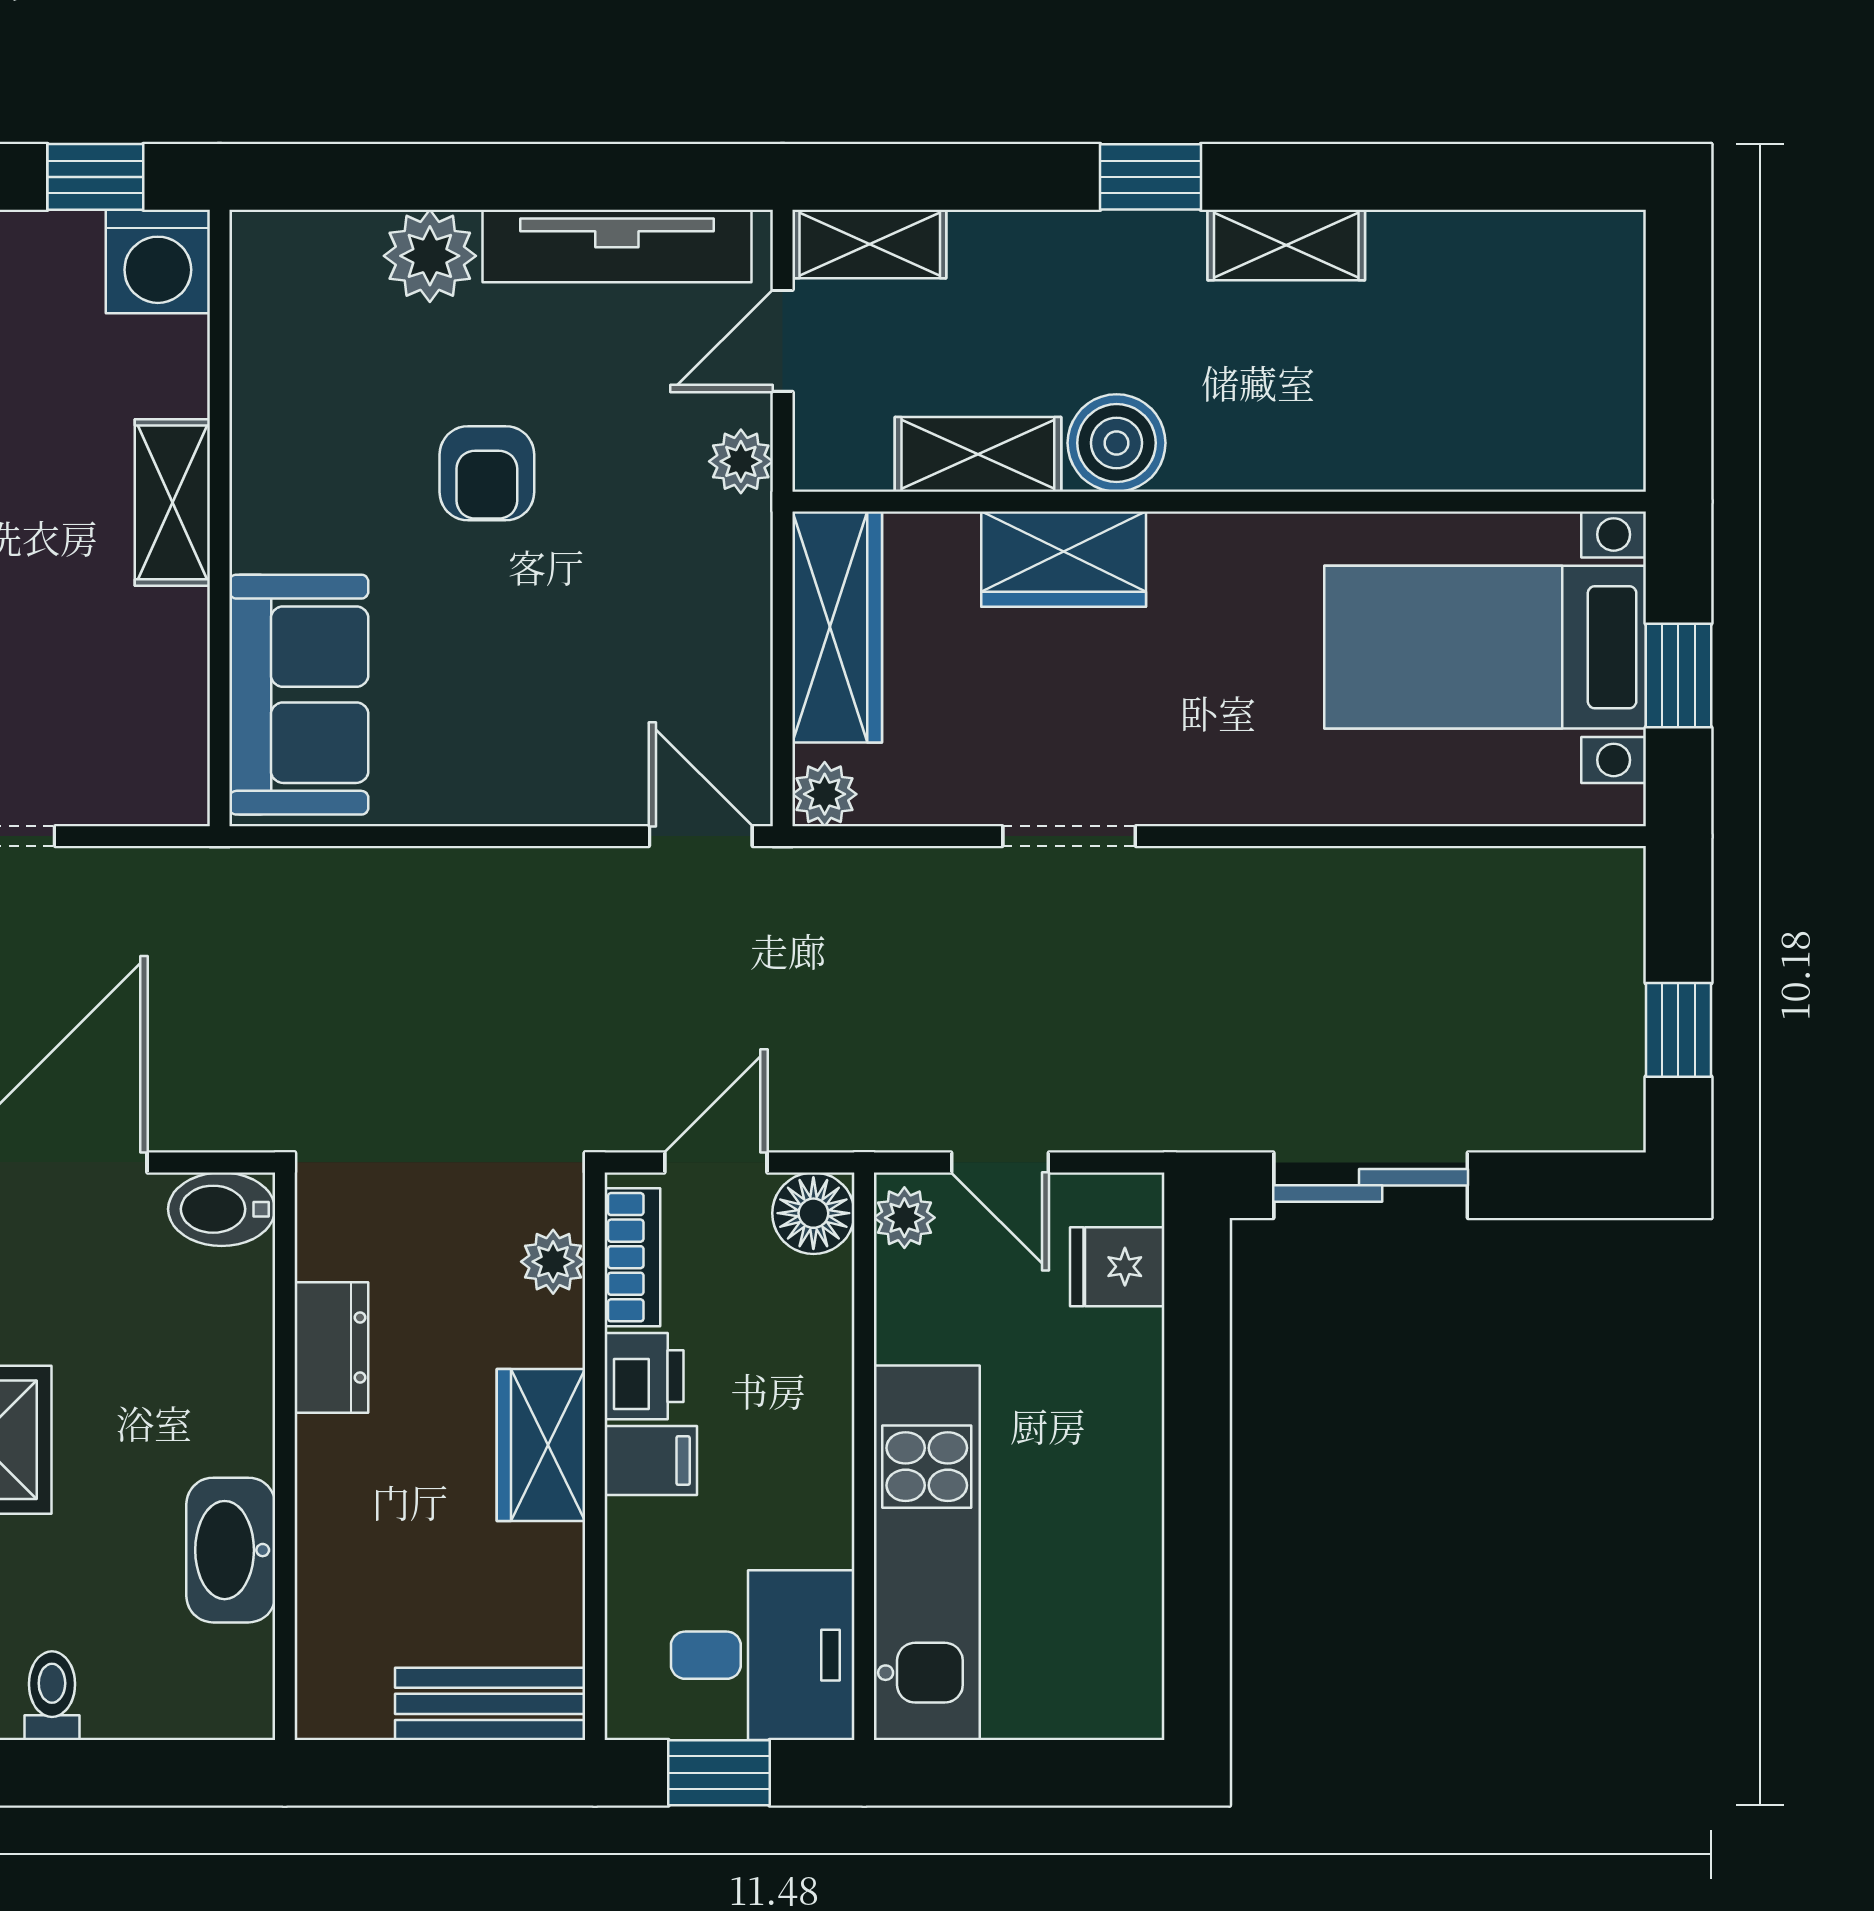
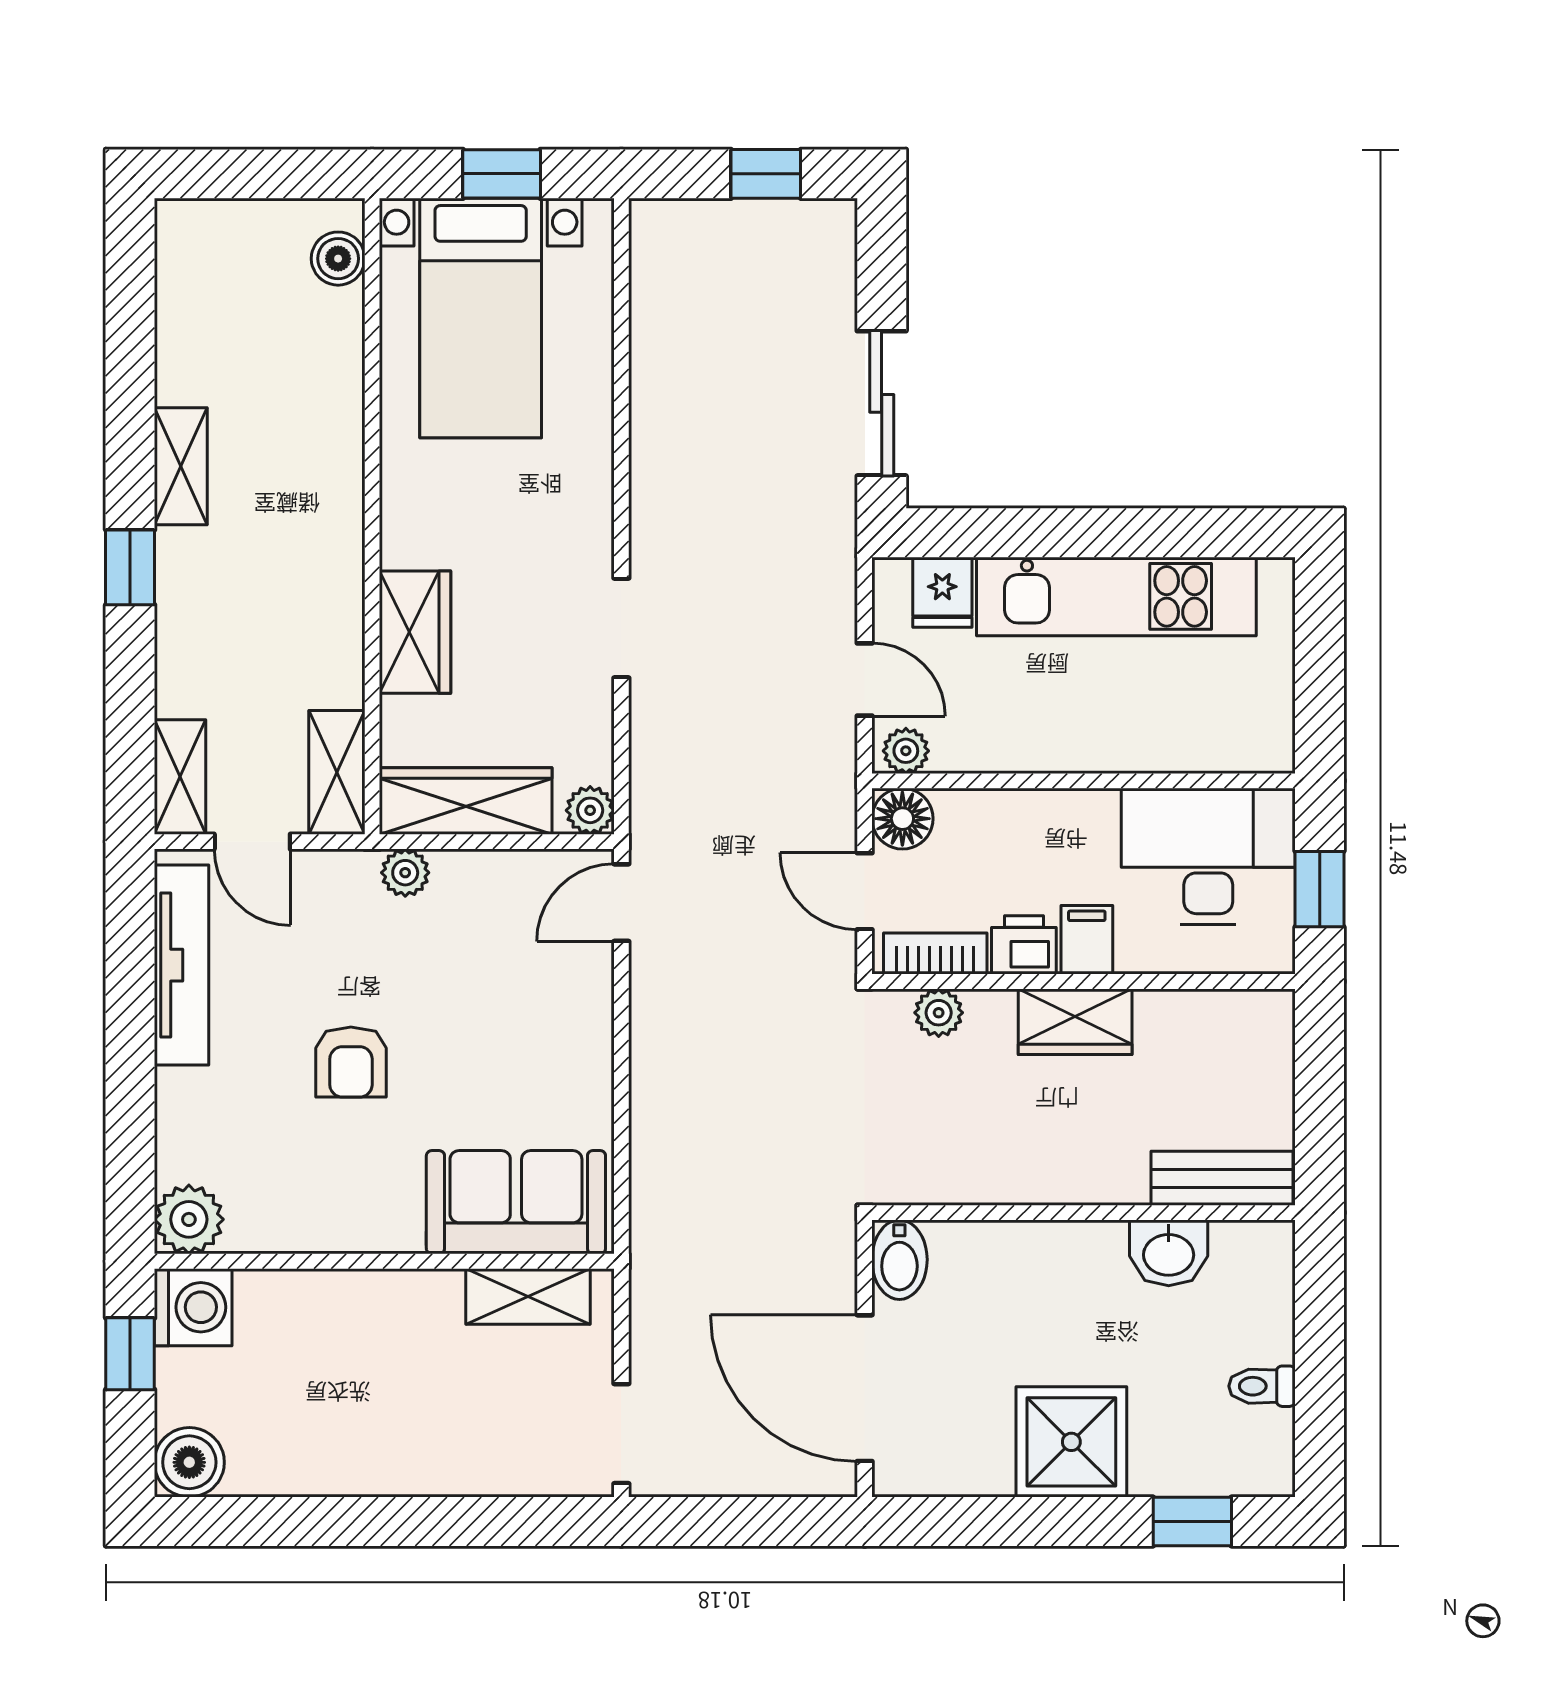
plant: (430, 256) -> (189, 1219), moved
boiler: (1117, 443) -> (338, 259), moved, width x0.73, depth x0.73
shelving: (978, 454) -> (337, 772), moved
plant: (741, 461) -> (405, 873), moved
armchair: (487, 473) -> (351, 1062), turned 90
shelving: (172, 502) -> (528, 1296), moved
door: (1000, 1162) -> (865, 679), hinge flipped
dresser: (331, 1348) -> (1003, 1178), removed
washbasin: (231, 1550) -> (1169, 1253), width x0.72
kitchen unit: (927, 1553) -> (1116, 596), moved, turned 180
desk: (763, 1655) -> (1208, 856), width x1.37
bench: (490, 1704) -> (1222, 1178), moved, turned 90

